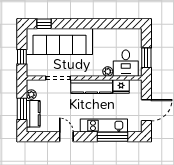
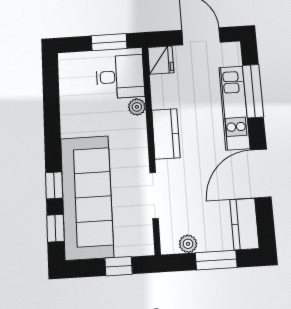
window: (67, 24) -> (54, 185), added
kitchen counter: (92, 87) -> (166, 134), width x0.67
fridge: (121, 87) -> (161, 60), moved
kitchen counter: (33, 114) -> (244, 224), moved, turned -90
door: (66, 137) -> (261, 173), width x1.88

